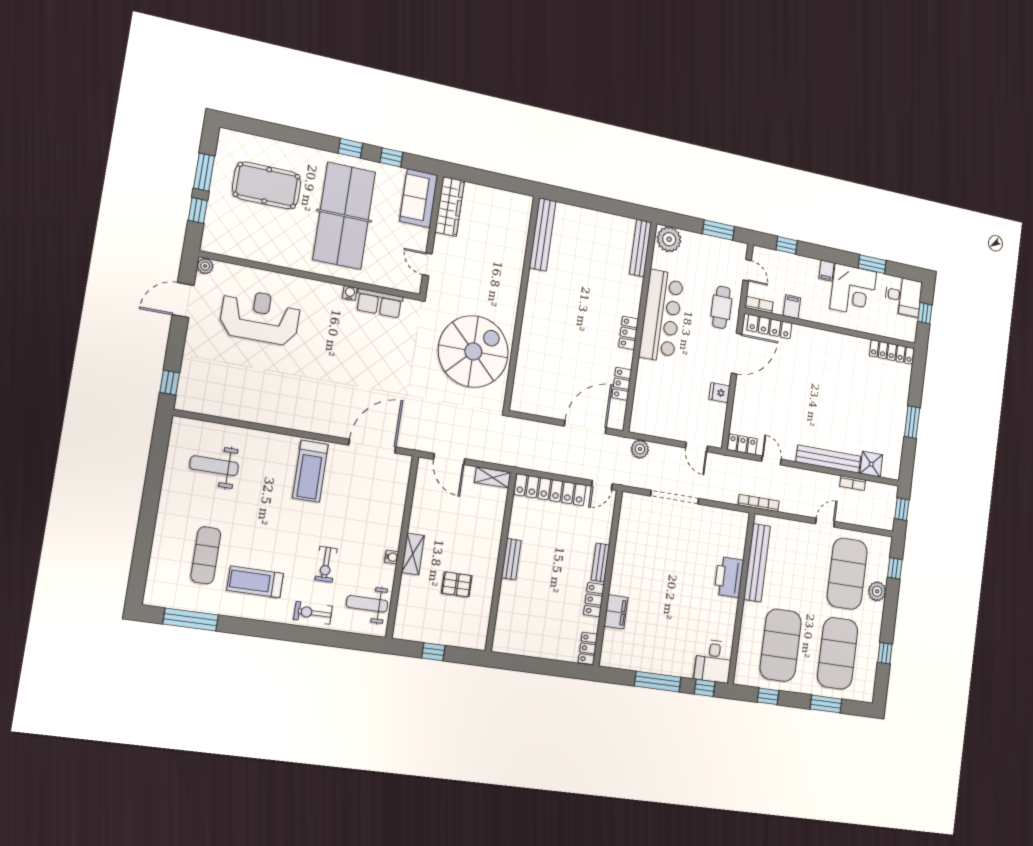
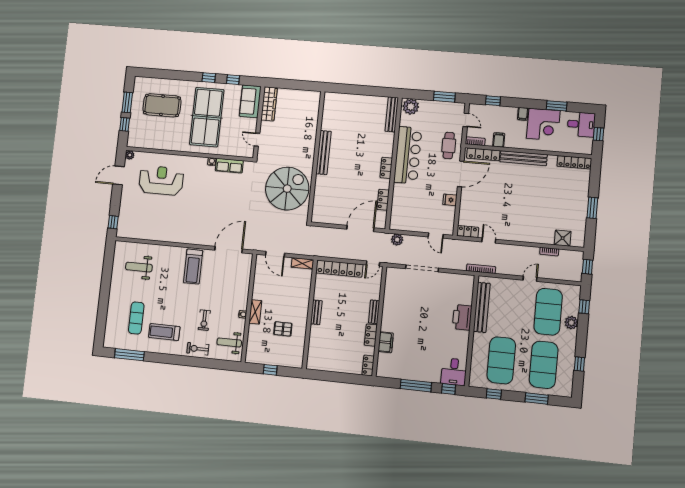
bench: (543, 234) -> (324, 153), moved
bench: (828, 459) -> (524, 158), moved

